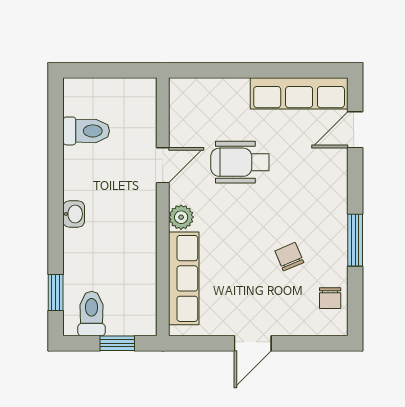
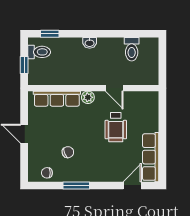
door: (355, 130) -> (132, 185), hinge flipped
wheelchair: (240, 162) -> (116, 127), turned 180

